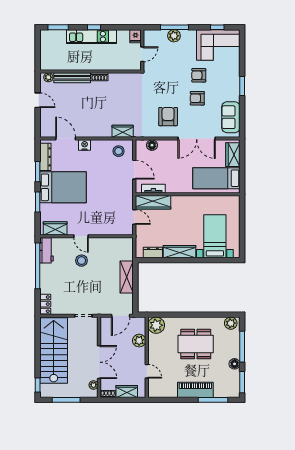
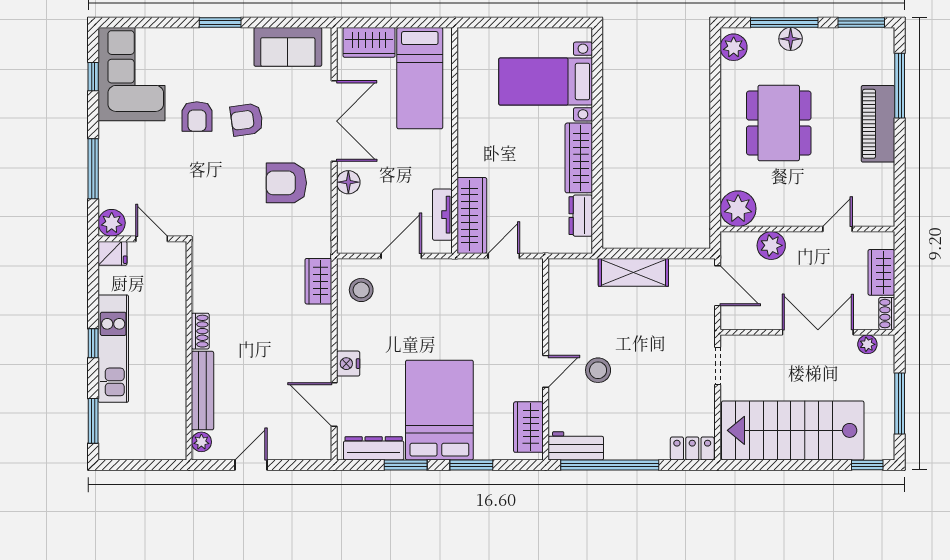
plant: (174, 36) -> (112, 223), moved
armchair: (197, 98) -> (247, 120), turned 82
door: (66, 139) -> (334, 405), hinge flipped
floor lamp: (152, 145) -> (348, 182), moved
floor lamp: (235, 364) -> (791, 39), moved

